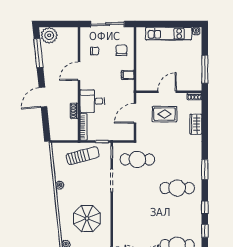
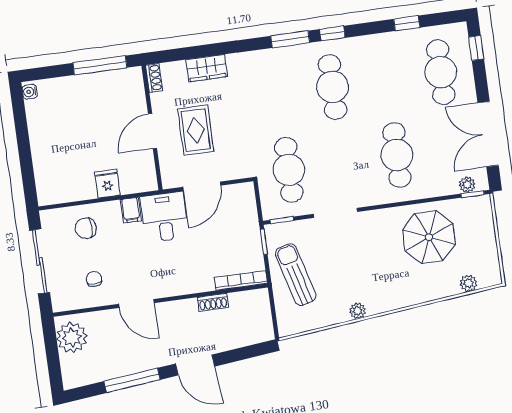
kitchen unit: (169, 34) -> (42, 143), removed
plant: (49, 35) -> (72, 337), moved
window: (38, 53) -> (132, 380), moved
fridge: (143, 65) -> (107, 184), added
door: (167, 92) -> (153, 131), hinge flipped
desk: (92, 101) -> (164, 217), moved, turned 180
door: (135, 113) -> (202, 186), hinge flipped
window: (205, 208) -> (332, 33), moved
cafe table: (137, 217) -> (397, 155), added
parasol: (87, 218) -> (429, 237), moved

